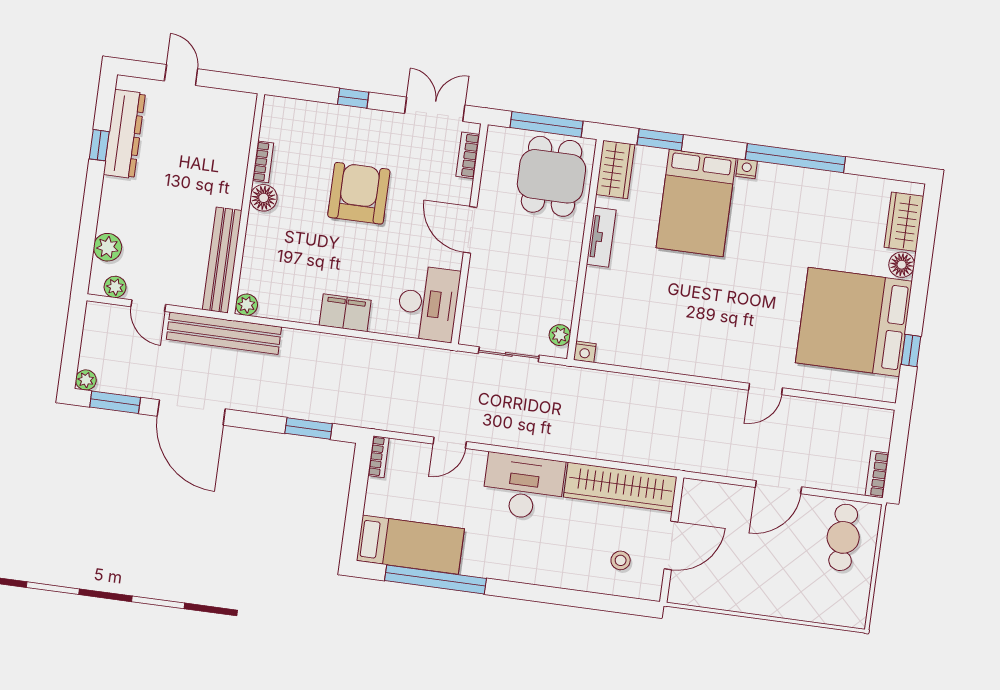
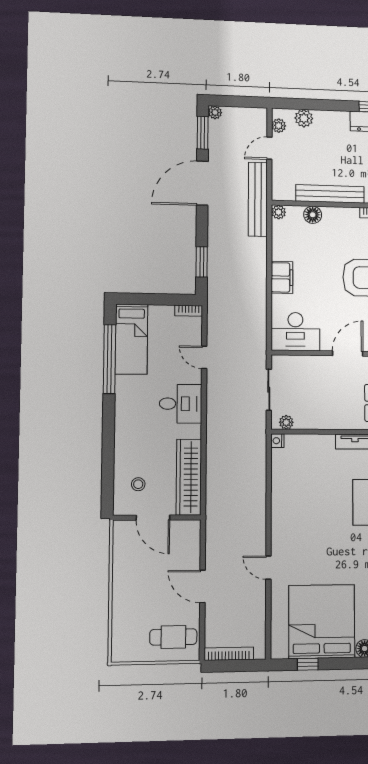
floor lamp: (264, 198) -> (313, 215), moved
bench: (222, 260) -> (330, 194), moved
bookcase: (877, 474) -> (229, 654), width x1.56
desk: (523, 487) -> (181, 404), width x0.73

